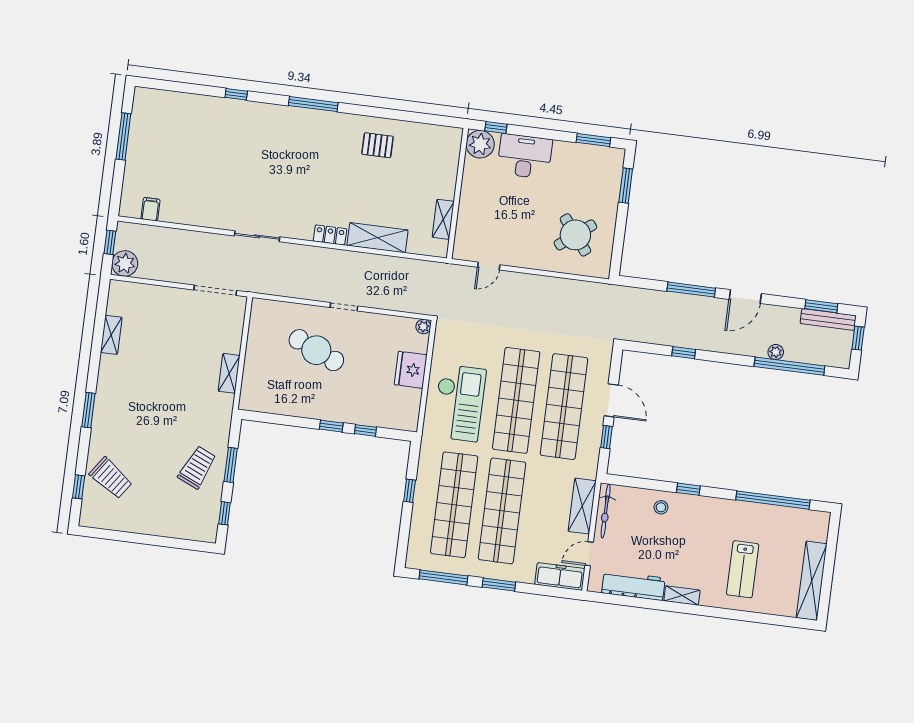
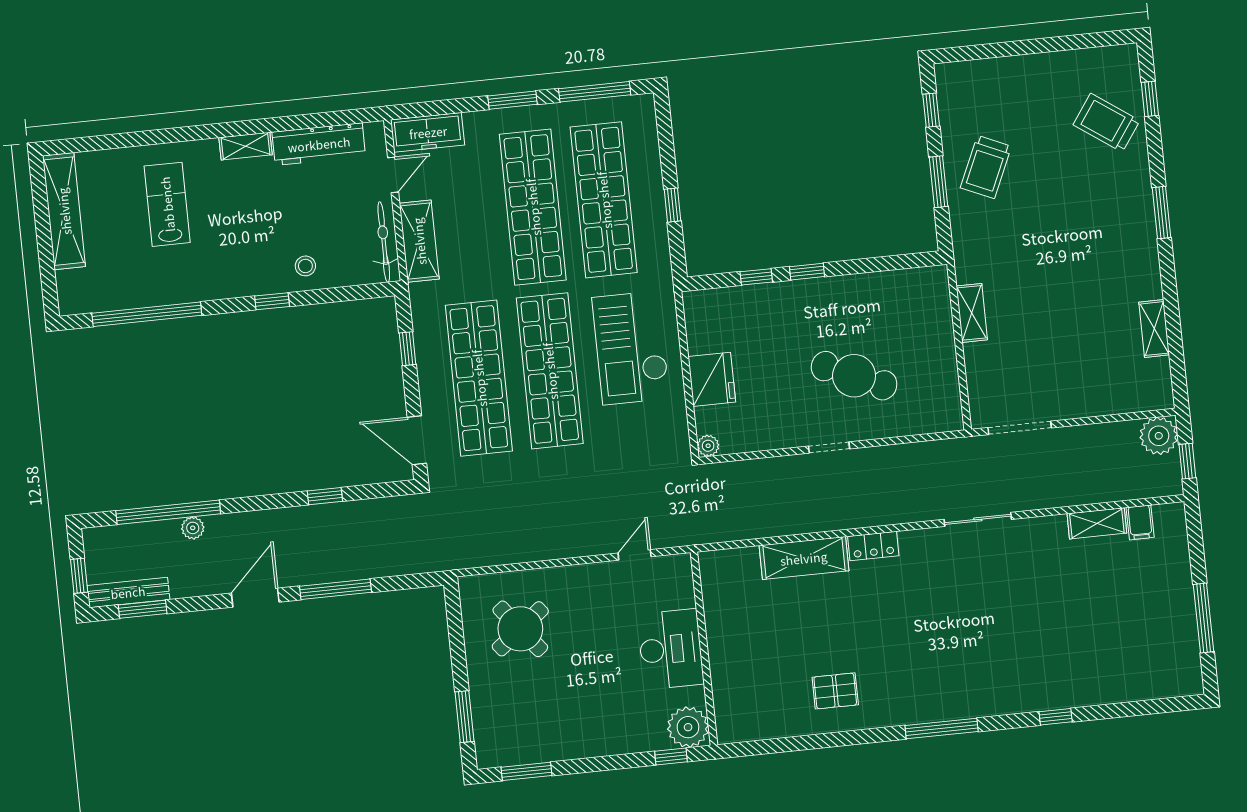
desk: (525, 156) -> (671, 649), moved, turned -90
shelving: (443, 219) -> (1097, 523), moved, turned 90
door: (611, 400) -> (417, 440), moved

